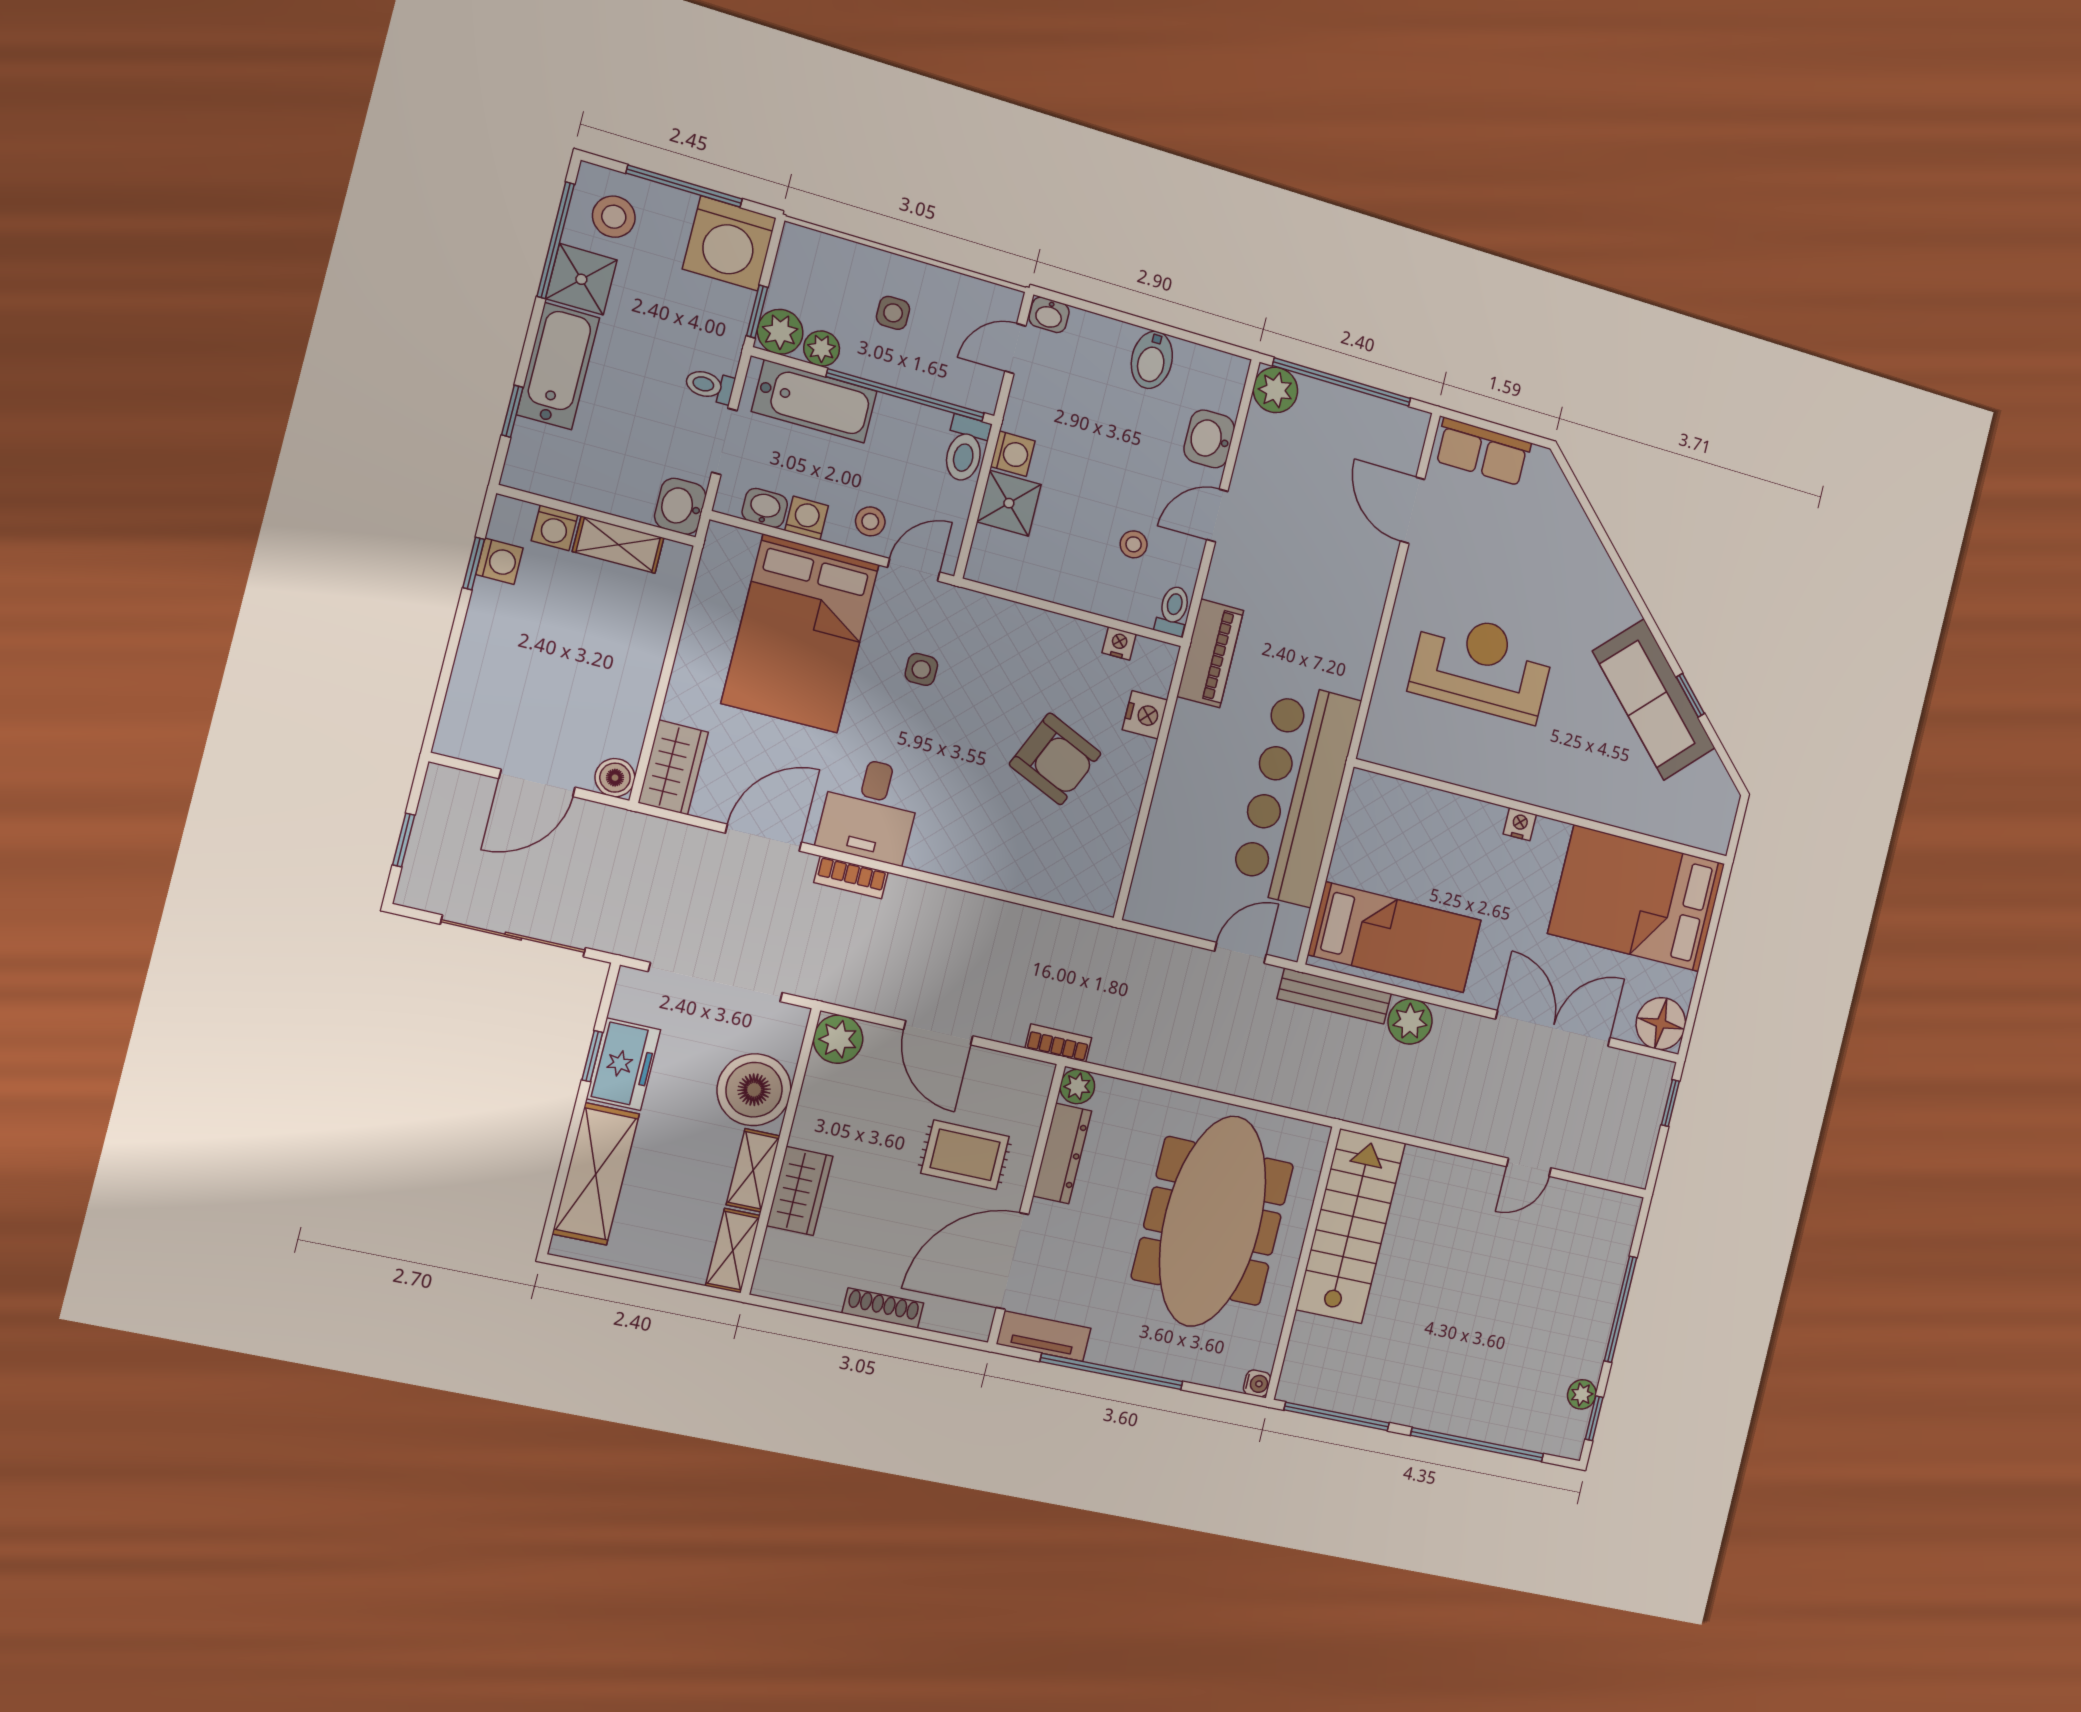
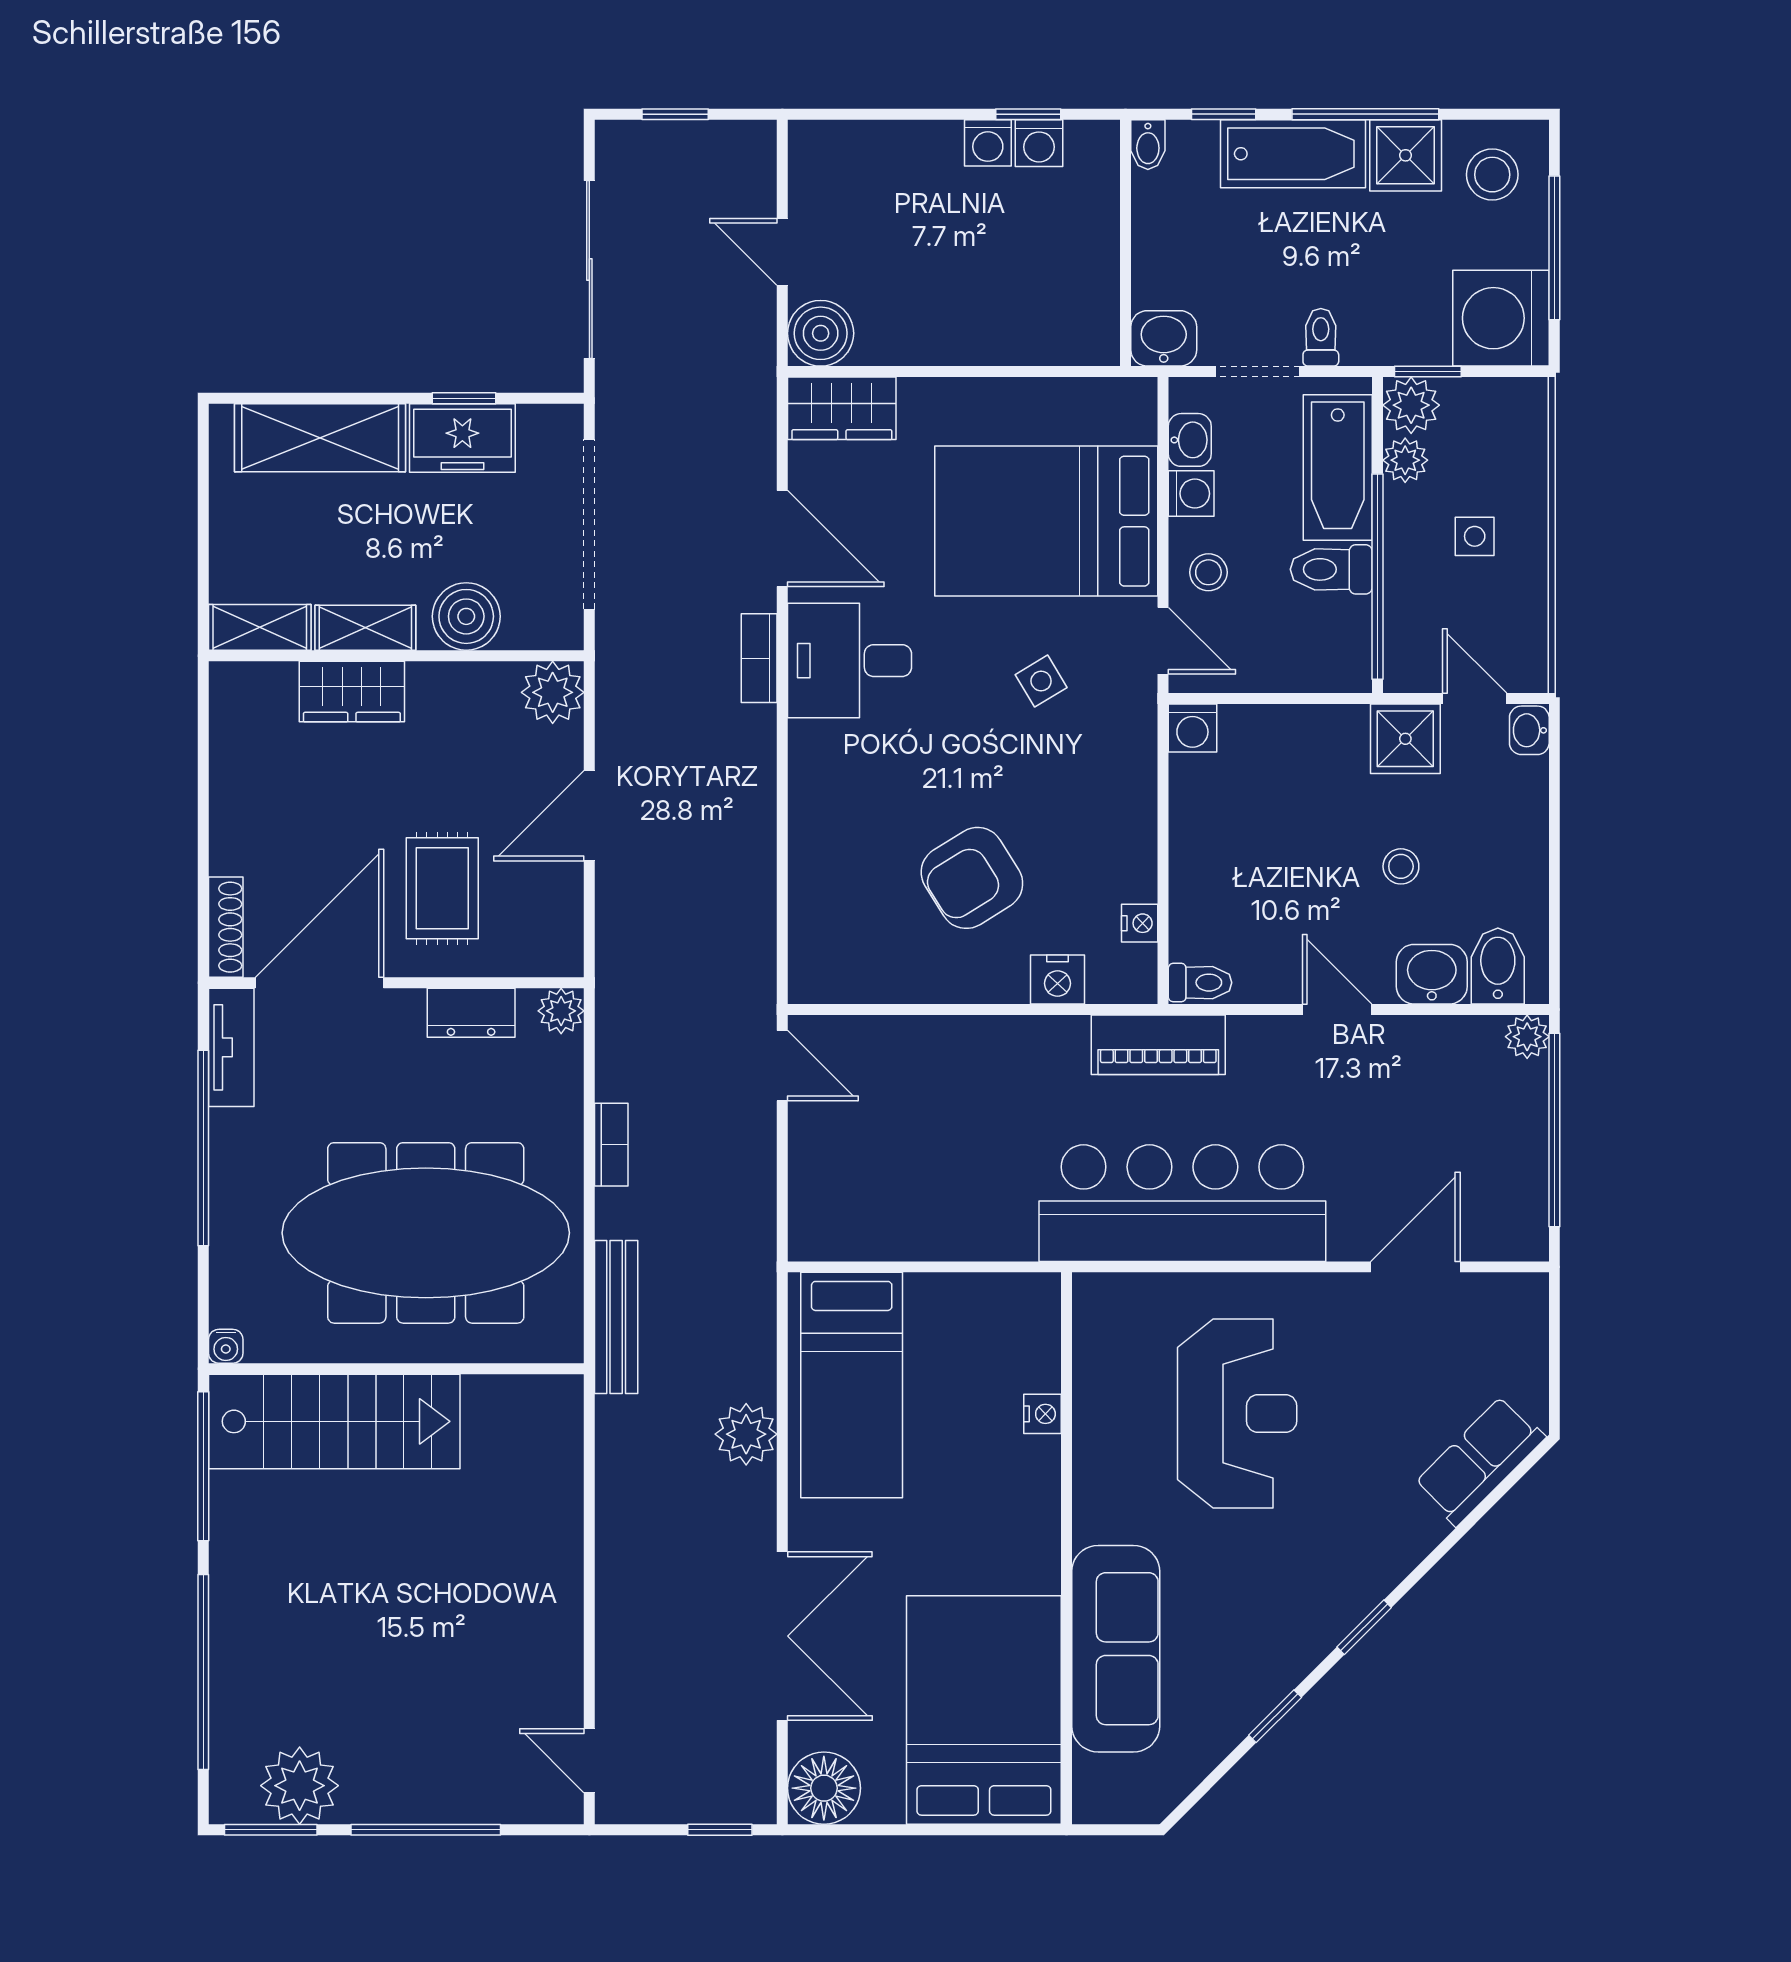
window: (556, 240) -> (1365, 114), moved
bidet: (1152, 360) -> (1498, 966), moved, turned 90
plant: (1275, 390) -> (1527, 1037), width x0.73, depth x0.73
toilet: (965, 449) -> (1331, 569), moved
row of seats: (1483, 452) -> (1480, 1461), moved, turned 45
washing machine: (1013, 454) -> (1192, 728), moved
bidet: (522, 477) -> (1148, 145), added
shower: (1009, 503) -> (1405, 739), moved
washing machine: (555, 528) -> (988, 143), moved, turned -90
stool: (1134, 544) -> (1401, 866), moved
shelving: (618, 545) -> (1097, 277), removed
window: (1647, 616) -> (1364, 1627), added
side table: (921, 669) -> (1041, 681), turned -31
sofa: (1654, 700) -> (1116, 1649), moved, turned 135
armchair: (1055, 759) -> (972, 878), turned 34
boiler: (615, 778) -> (821, 333), width x1.36, depth x1.36
door: (537, 783) -> (782, 252), width x0.73
bar counter: (1295, 794) -> (1182, 1203), moved
nightstand: (1520, 824) -> (1042, 1414), moved
door: (1240, 953) -> (782, 1066), moved
bench: (1334, 996) -> (616, 1317), moved
bookcase: (1058, 1043) -> (611, 1145), moved
boiler: (754, 1090) -> (466, 616), width x0.73, depth x0.73
dresser: (1062, 1153) -> (471, 1013), width x0.70
door: (1529, 1167) -> (589, 1761), moved
stairs: (1351, 1226) -> (334, 1421), moved
door: (1012, 1261) -> (320, 983), hinge flipped
shoe rack: (883, 1308) -> (226, 927), moved
plant: (1582, 1394) -> (300, 1786), width x1.87, depth x1.87
window: (1594, 1418) -> (271, 1830), width x1.50

